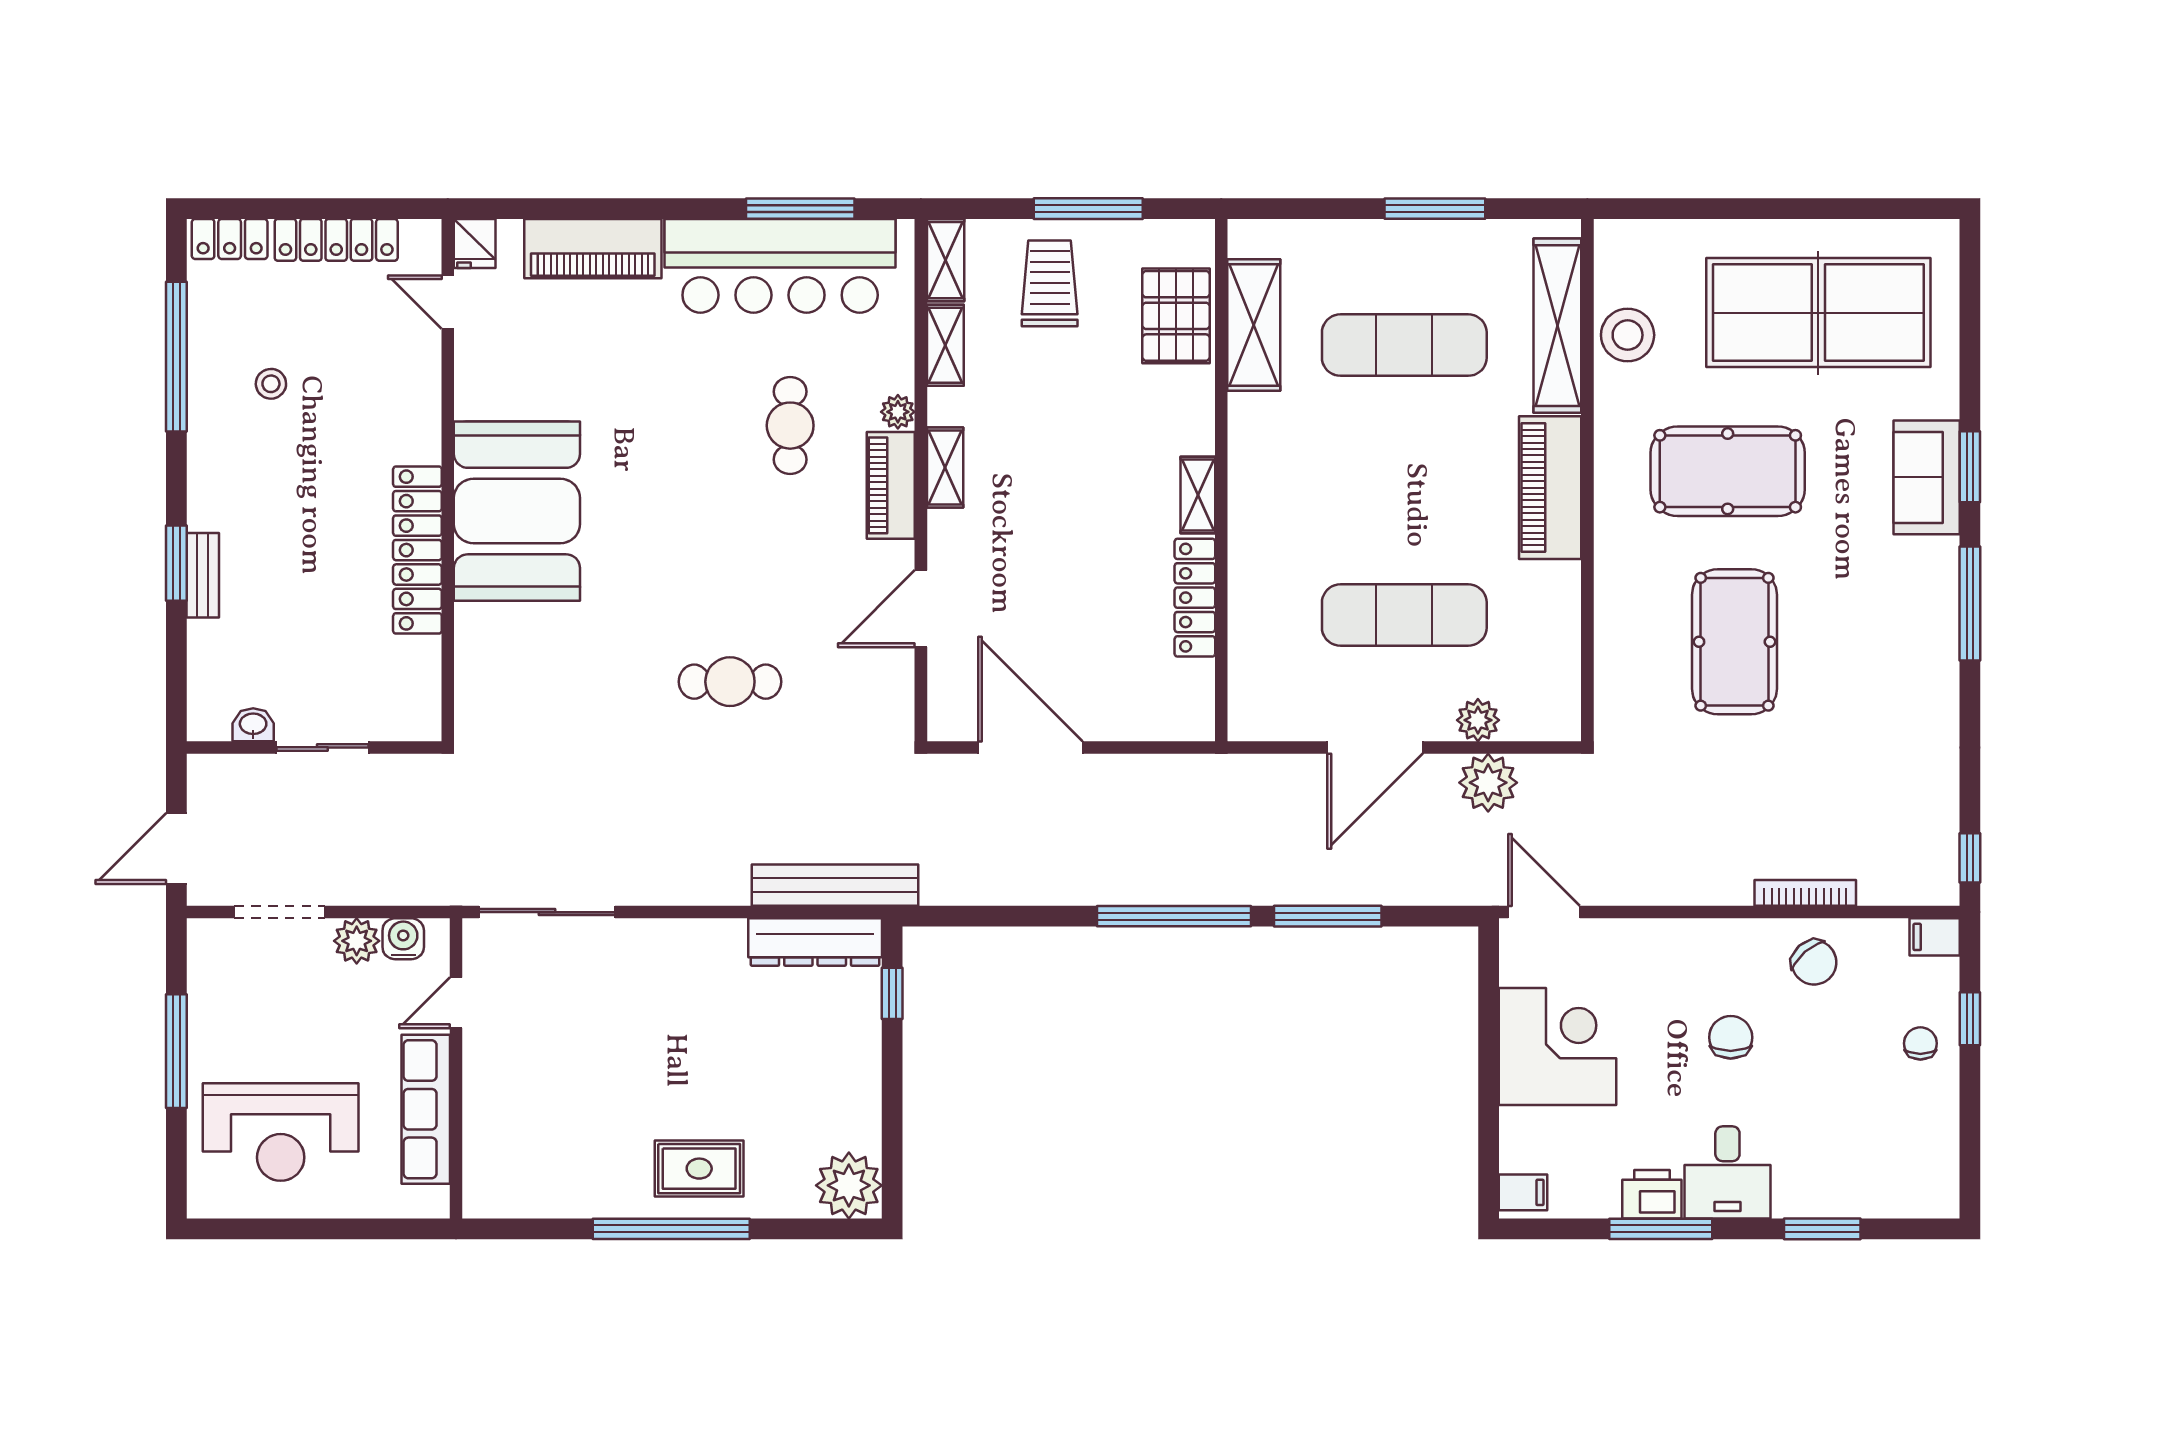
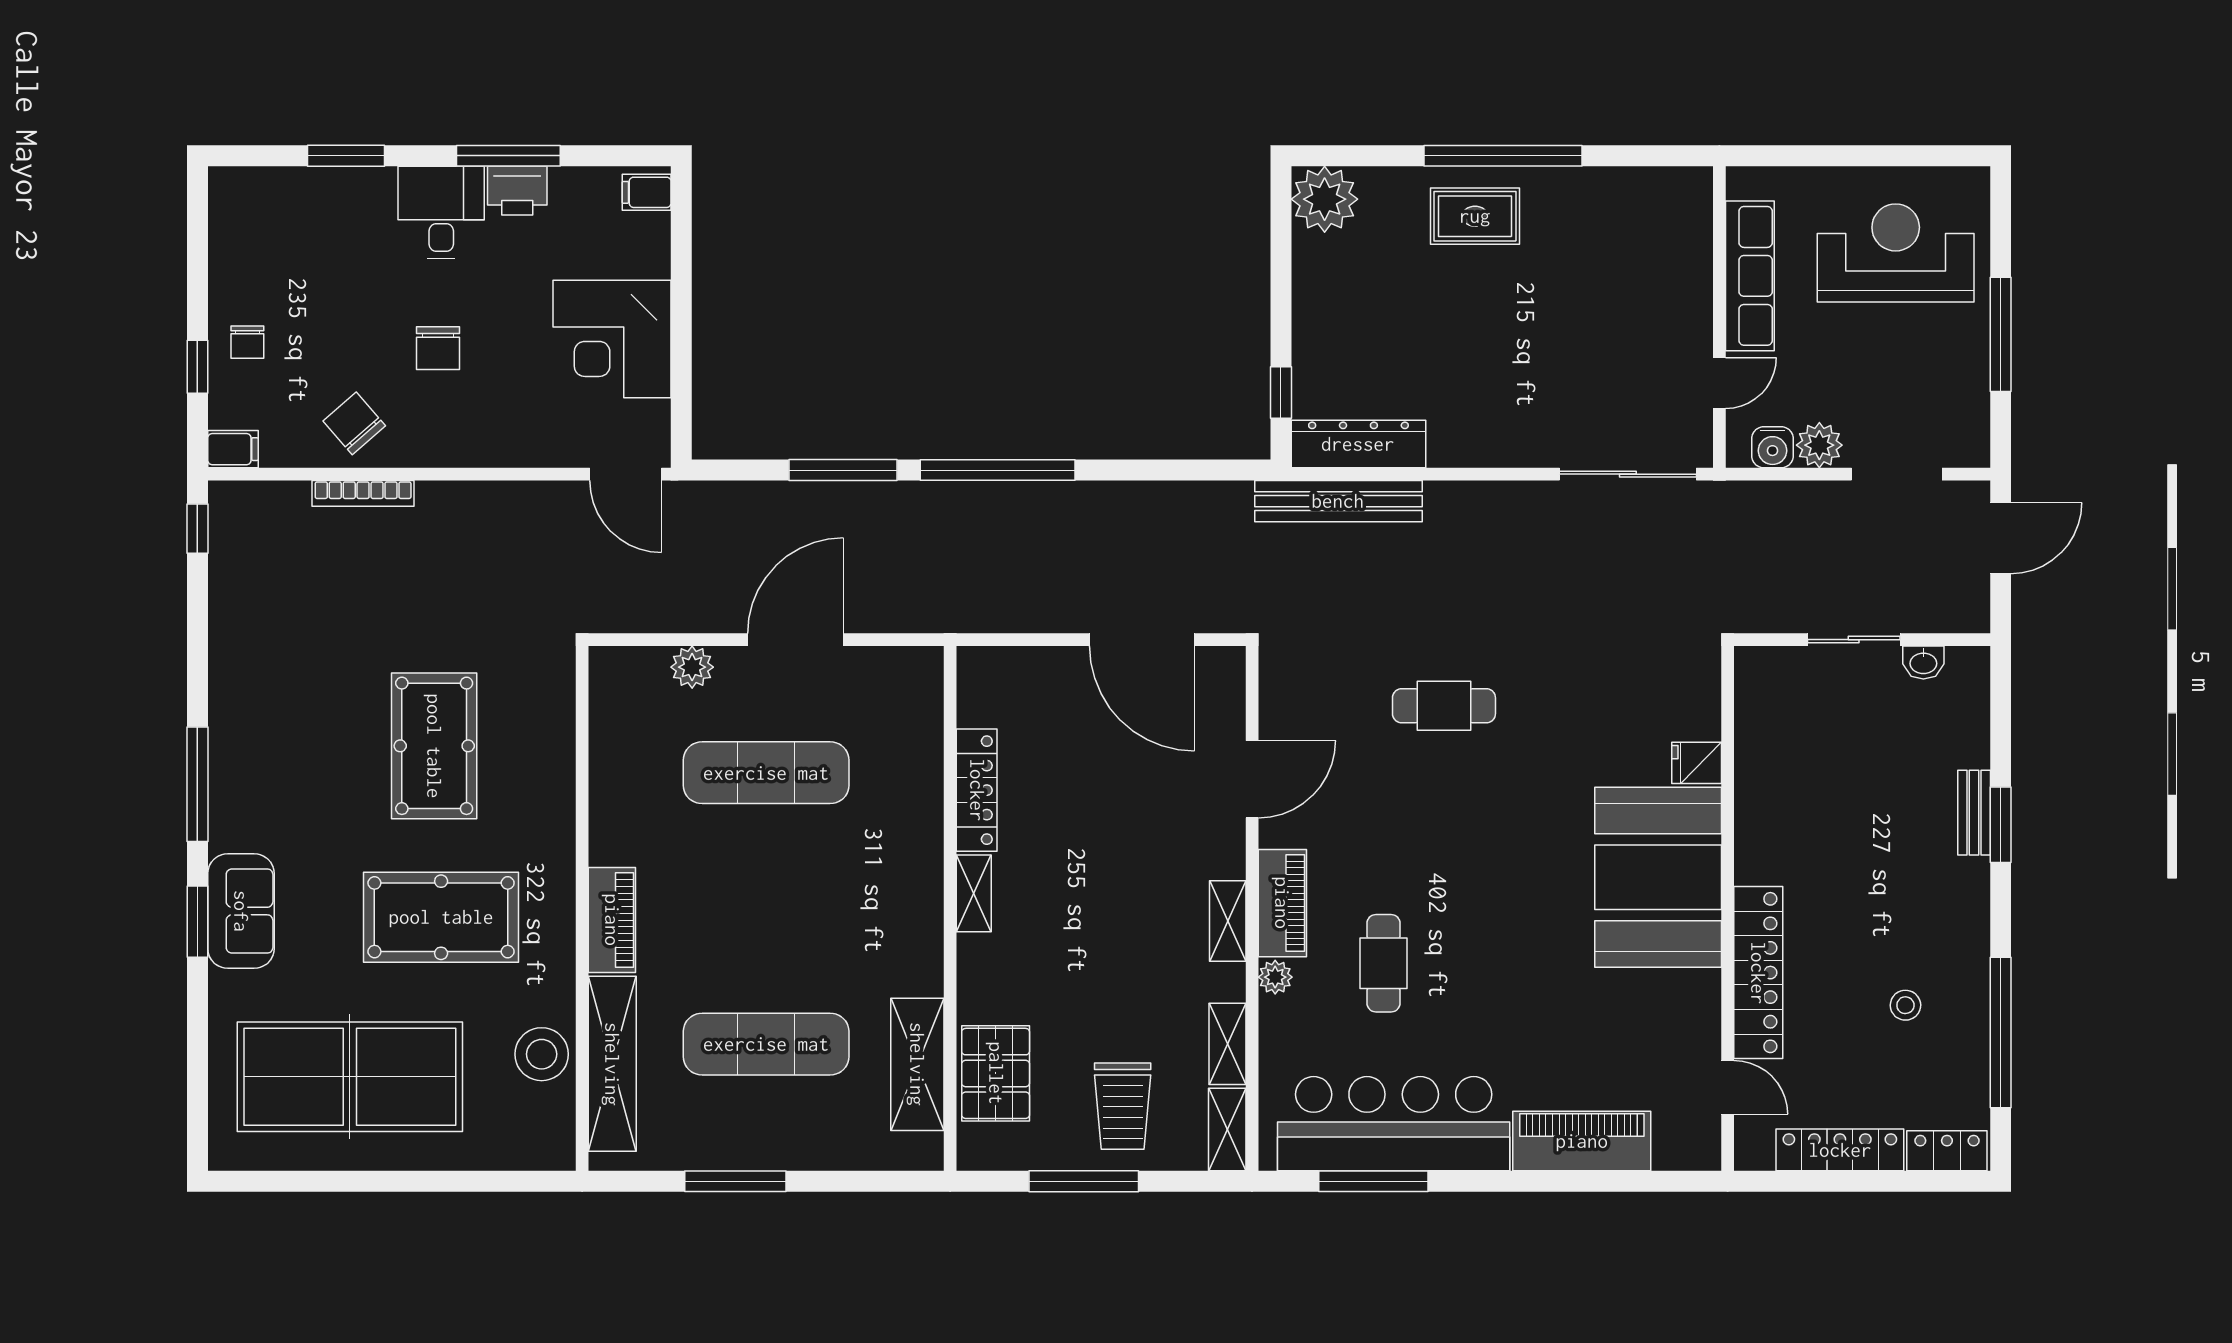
fridge: (475, 244) -> (1697, 763), moved, turned -90
piano: (1550, 488) -> (612, 920), width x0.73, depth x0.75
locker: (417, 550) -> (1758, 973), moved
plant: (1488, 783) -> (682, 604), removed

